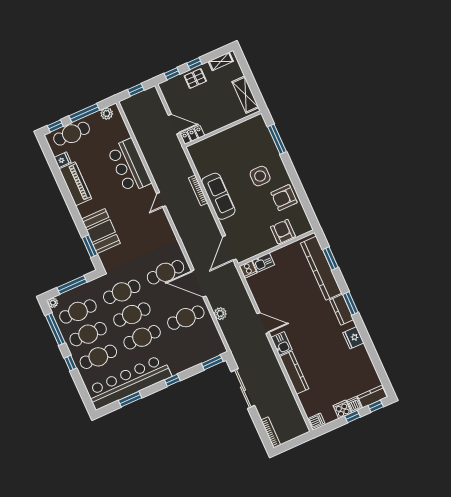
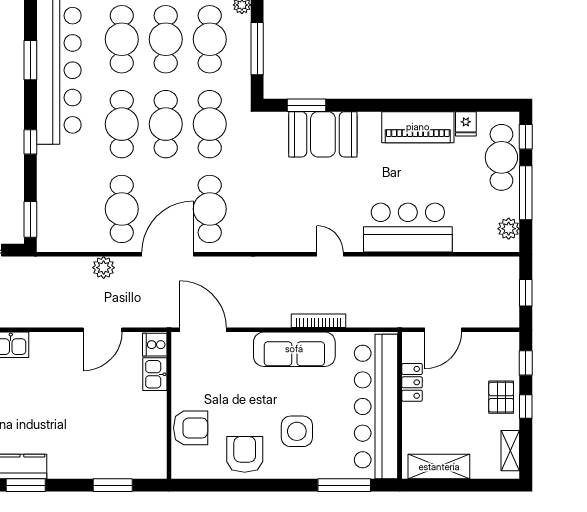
locker: (193, 135) -> (412, 382), moved
bar counter: (229, 141) -> (376, 407), added
kitchen counter: (321, 268) -> (104, 463), removed
door: (263, 323) -> (103, 330), moved

